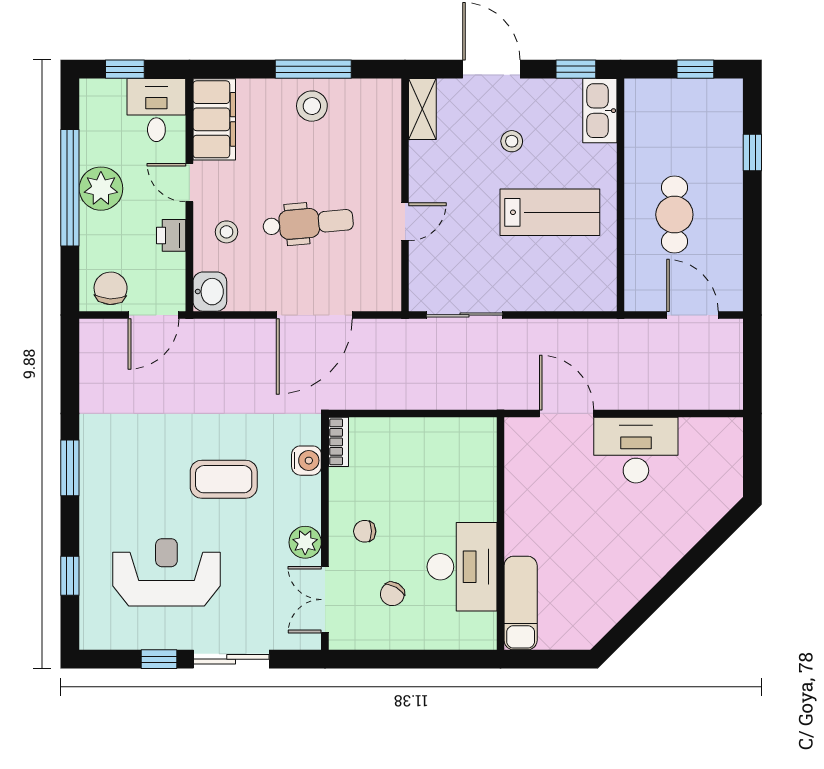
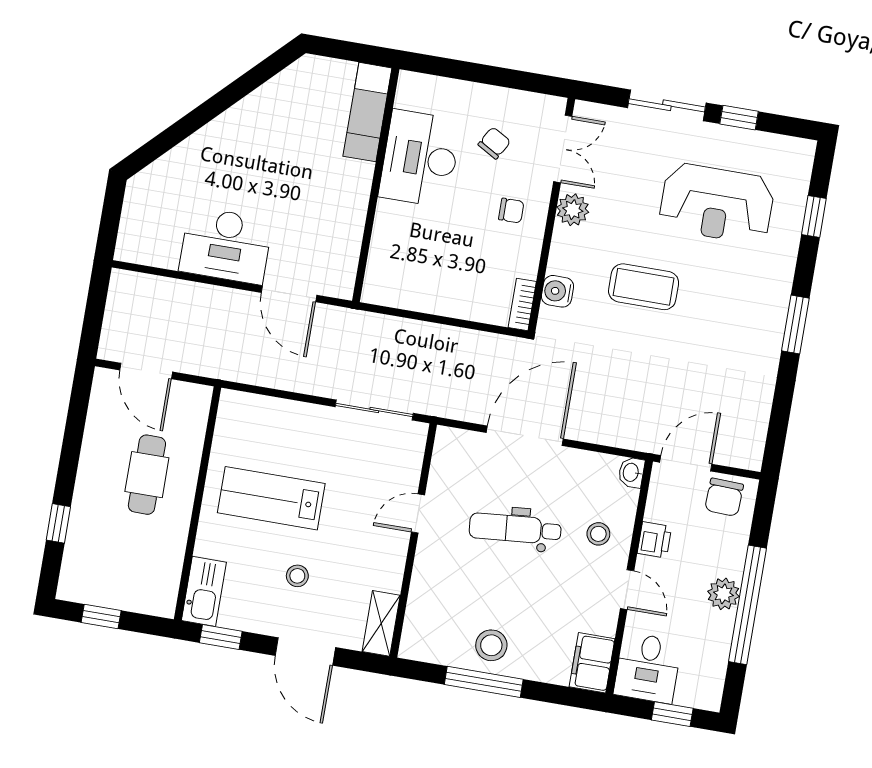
filing cabinet: (214, 119) -> (592, 663), width x0.67, depth x0.86
plant: (101, 189) -> (723, 594), width x0.73, depth x0.73
washbasin: (210, 292) -> (631, 472), width x0.72, depth x0.69

